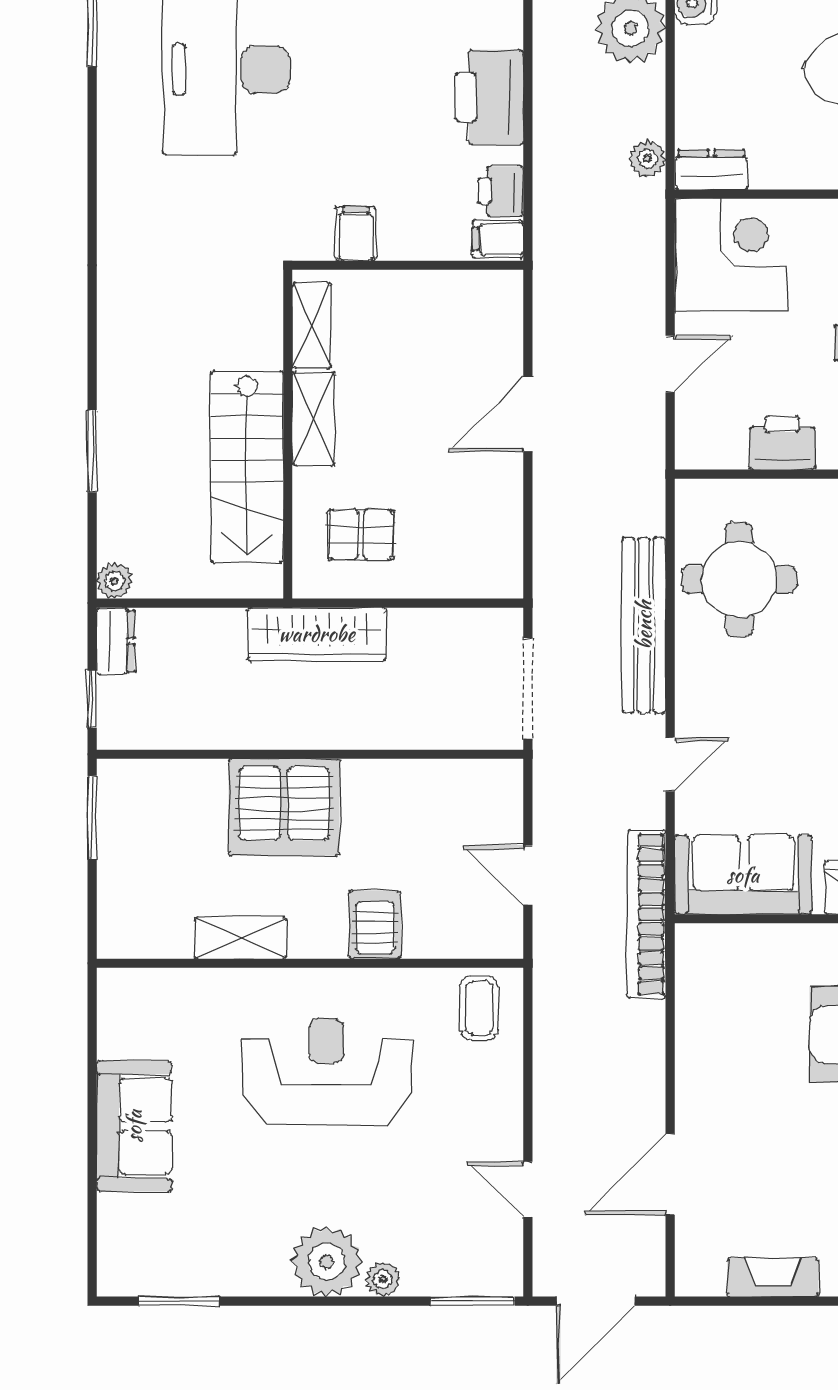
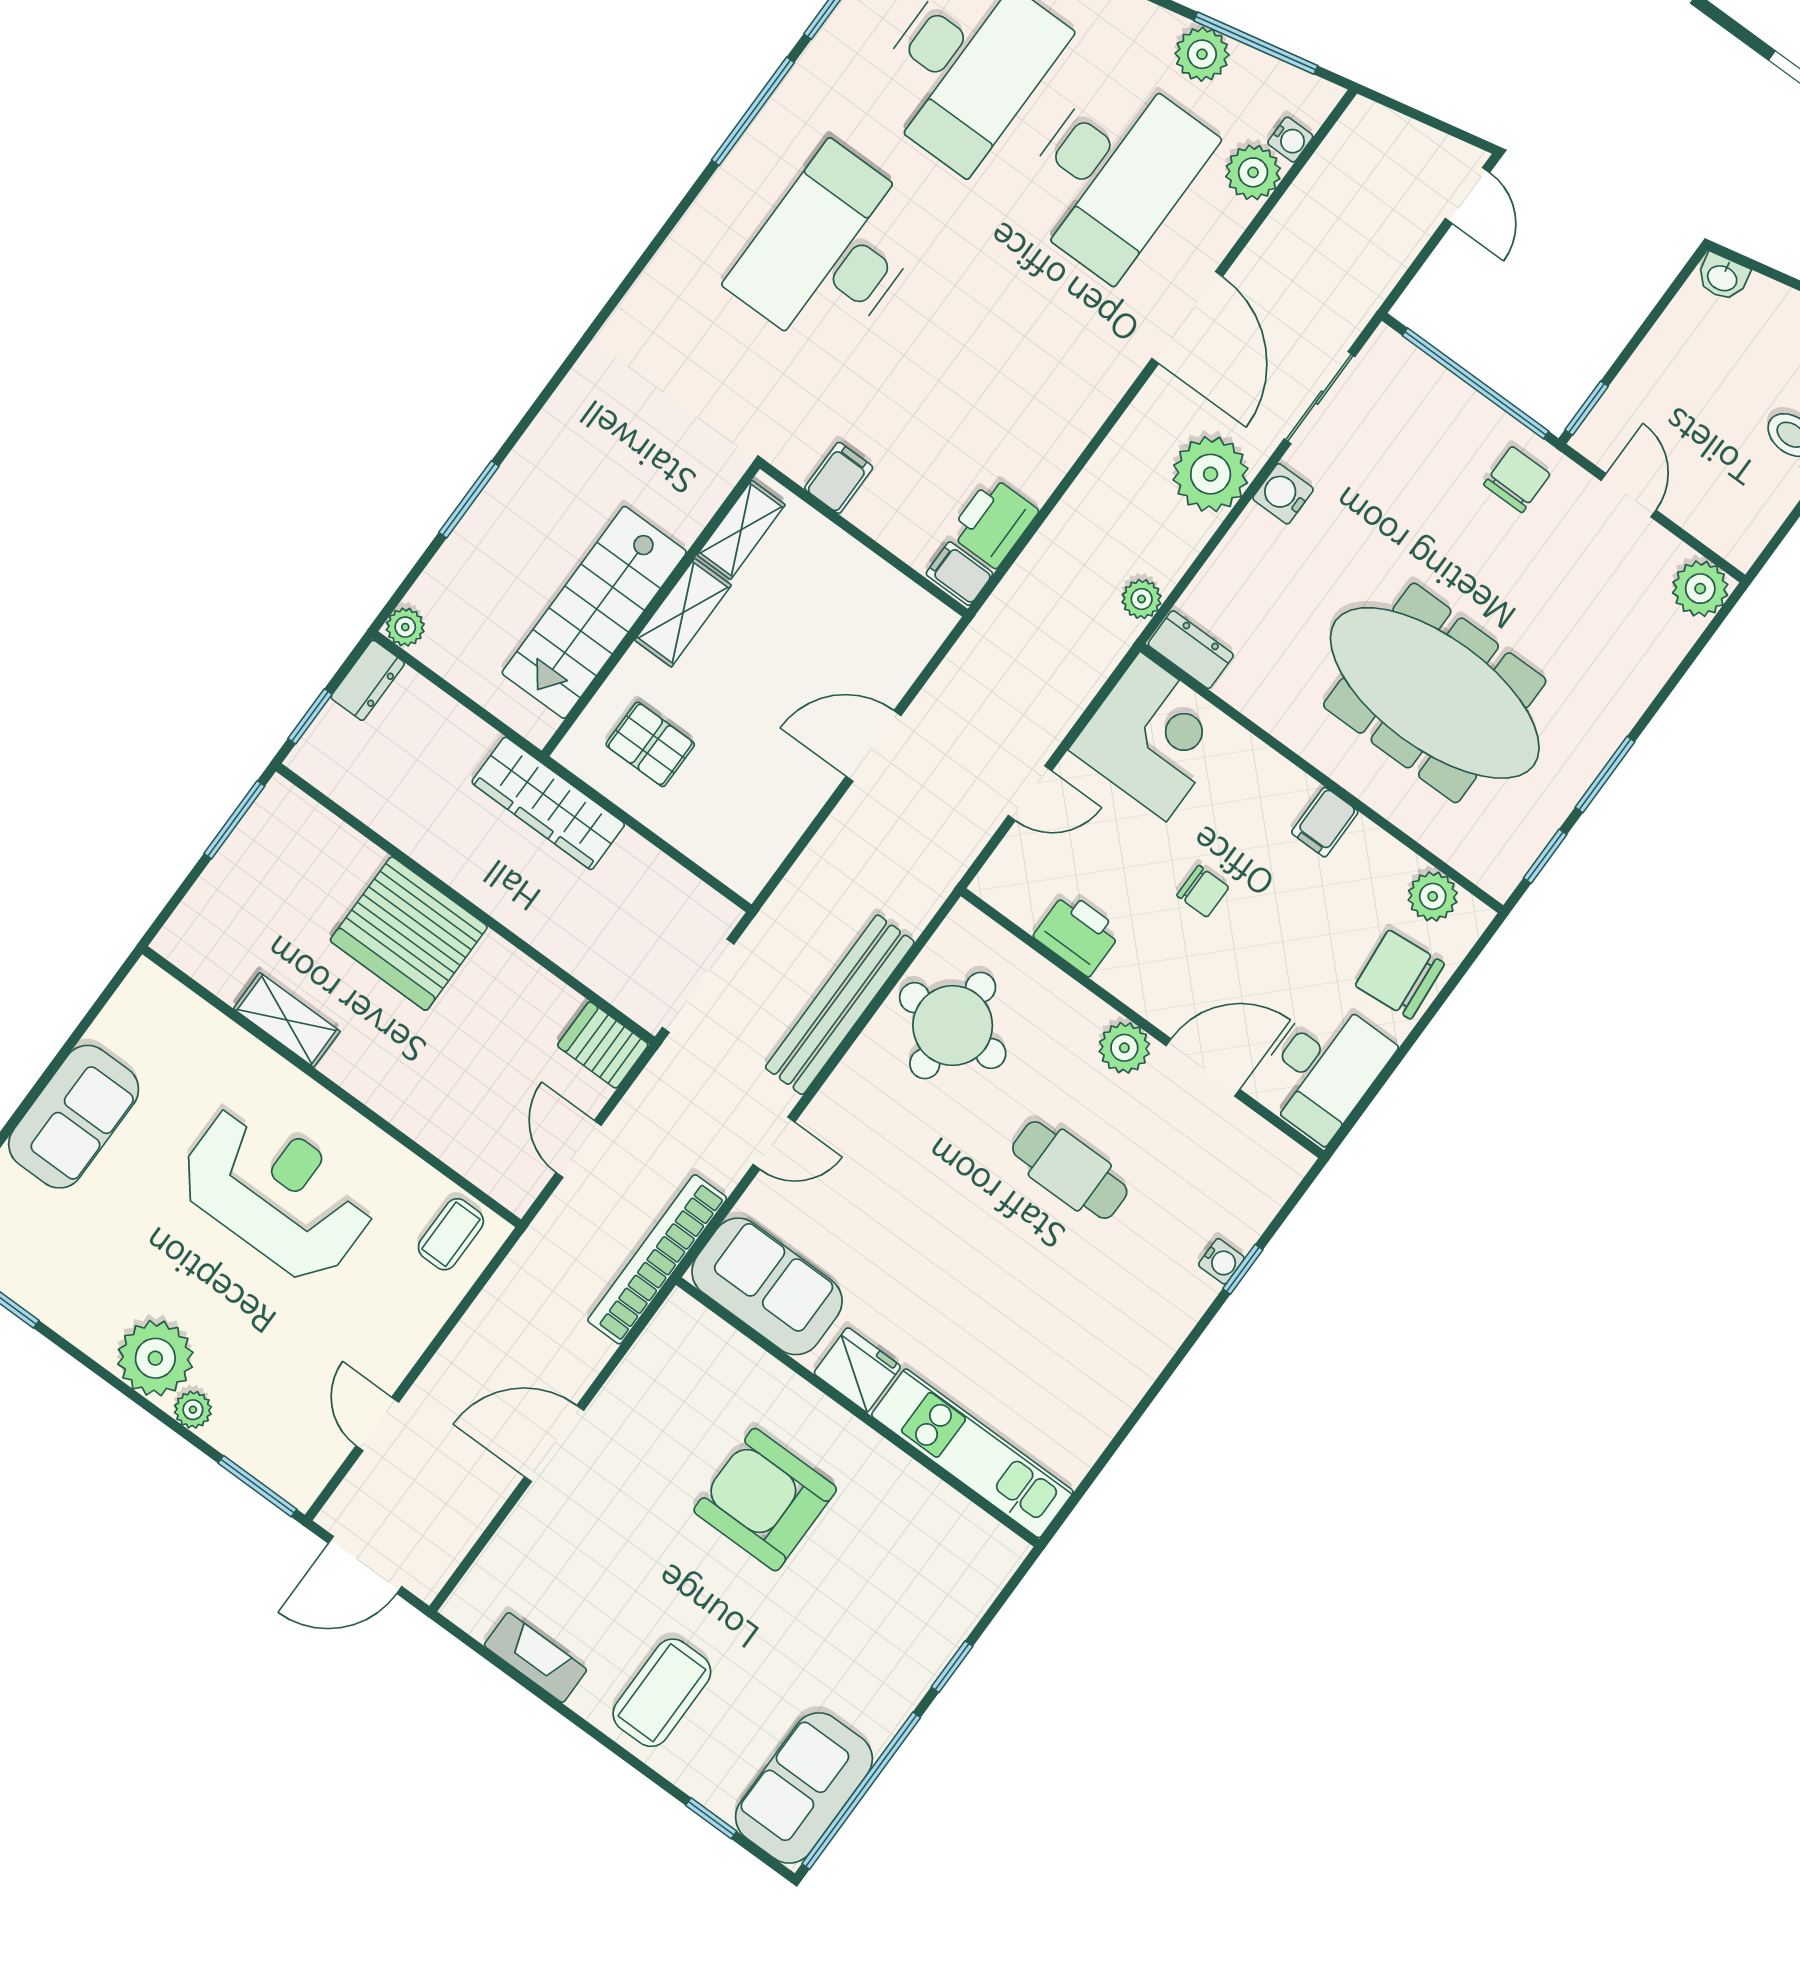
printer: (489, 97) -> (1043, 444), removed
printer: (501, 191) -> (993, 522), width x1.36, depth x1.24
server rack: (375, 925) -> (603, 1045), moved, turned -90
door: (670, 1174) -> (554, 1443), moved

